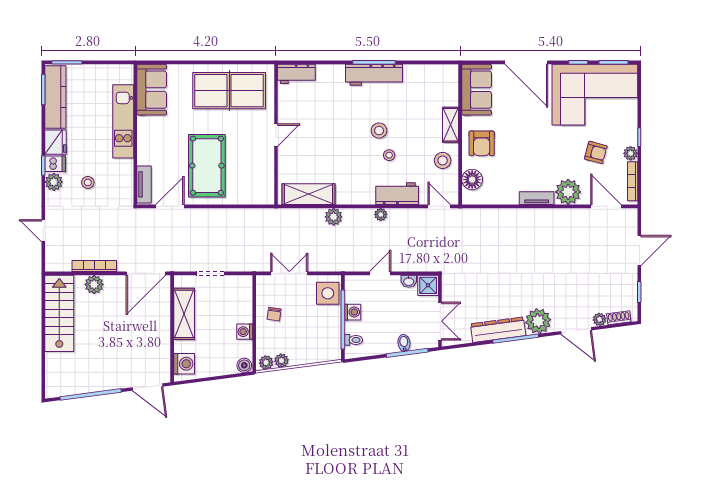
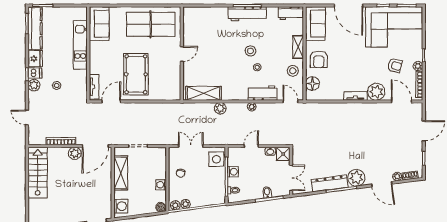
workbench: (296, 74) -> (291, 13), moved
plant: (94, 284) -> (75, 153), moved

